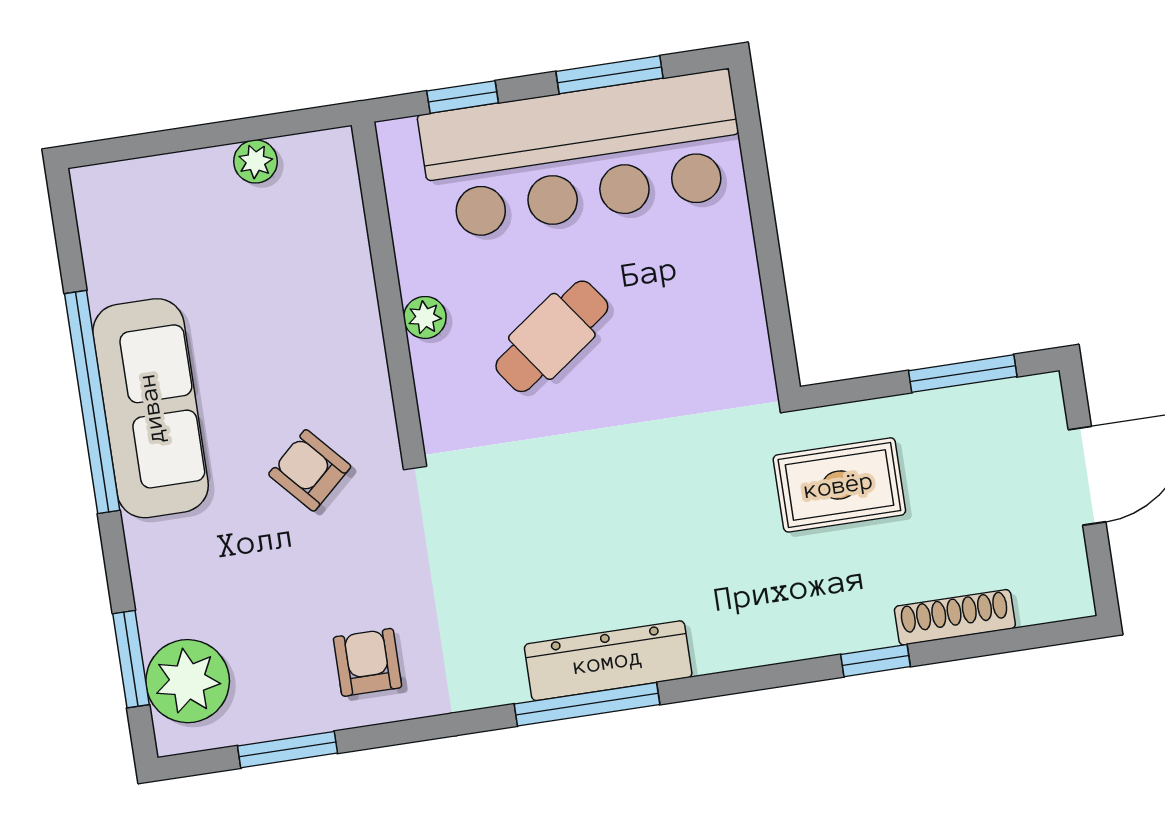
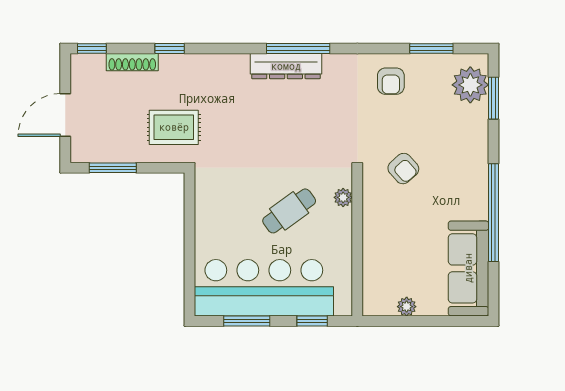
plant: (425, 317) -> (343, 197), moved
sofa: (151, 408) -> (468, 268), moved
window: (1050, 634) -> (92, 48), added

